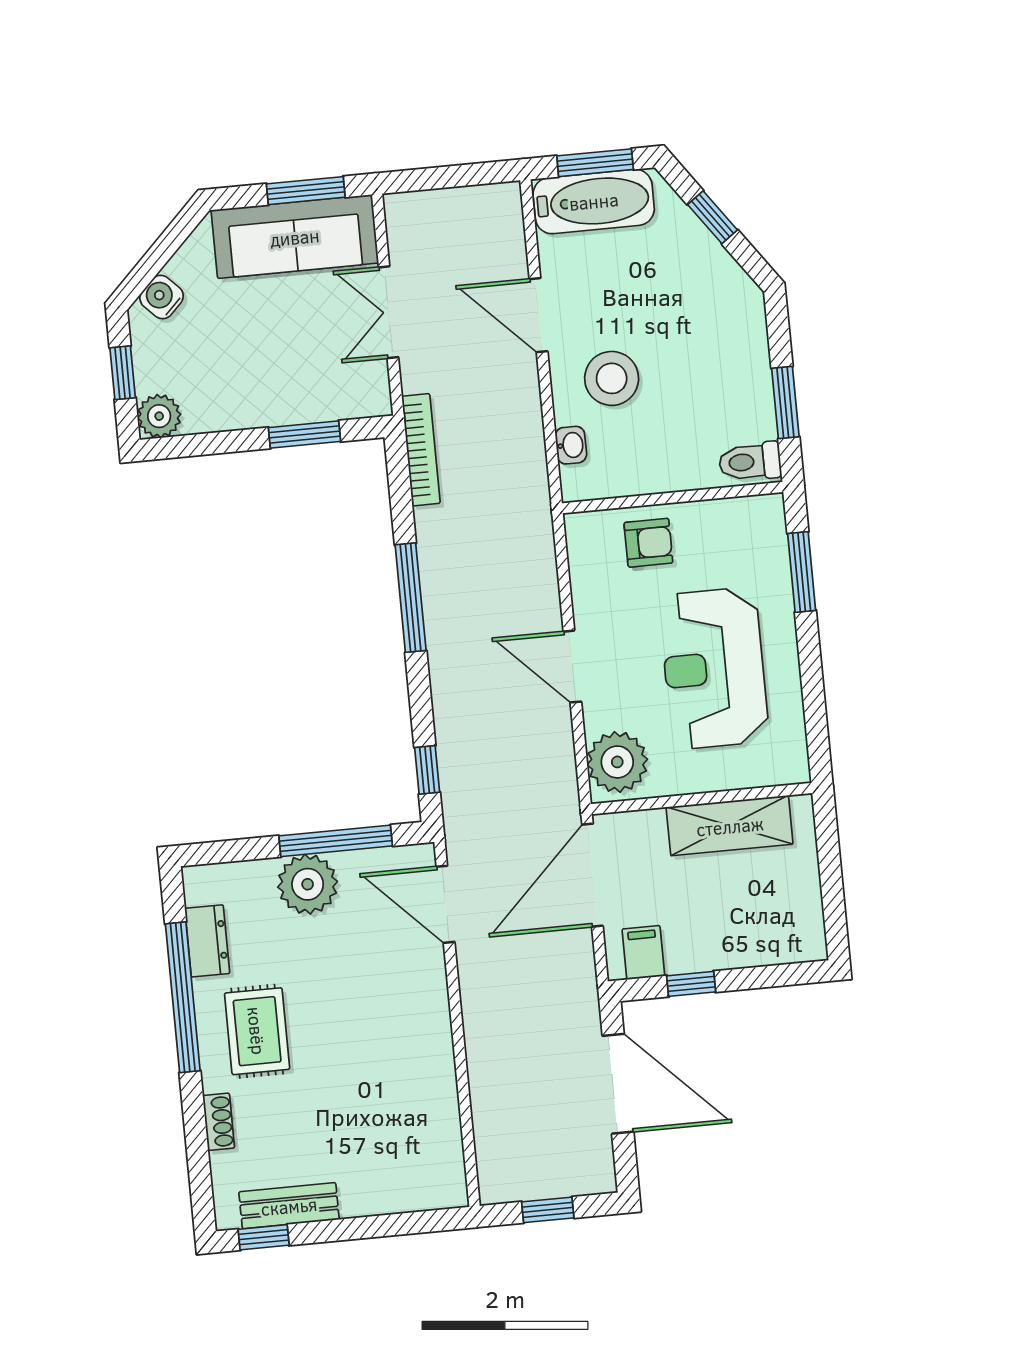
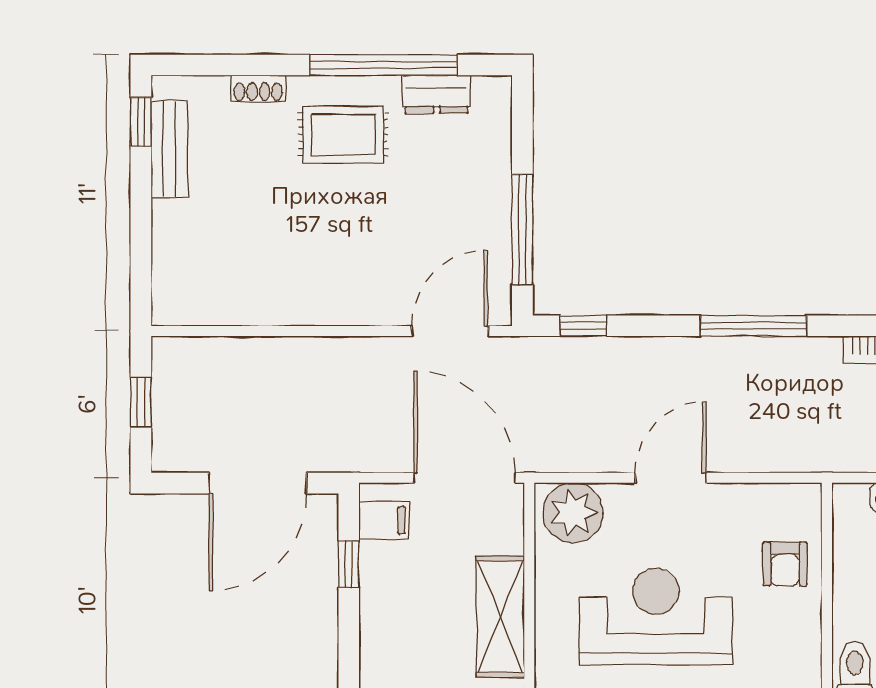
plant: (308, 884) -> (483, 198), removed

